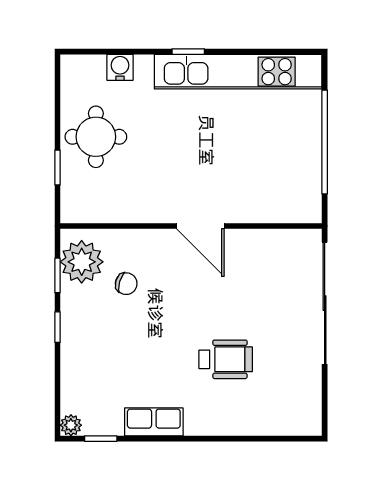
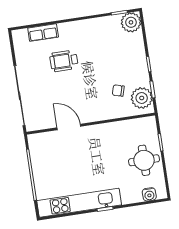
water cooler: (120, 67) -> (149, 194), moved
door: (200, 226) -> (69, 127), moved
row of seats: (154, 422) -> (43, 33), moved
plant: (71, 425) -> (131, 22), width x1.87, depth x1.87

